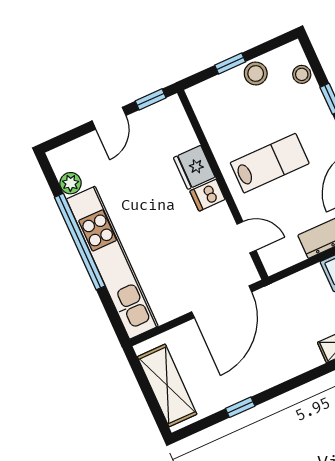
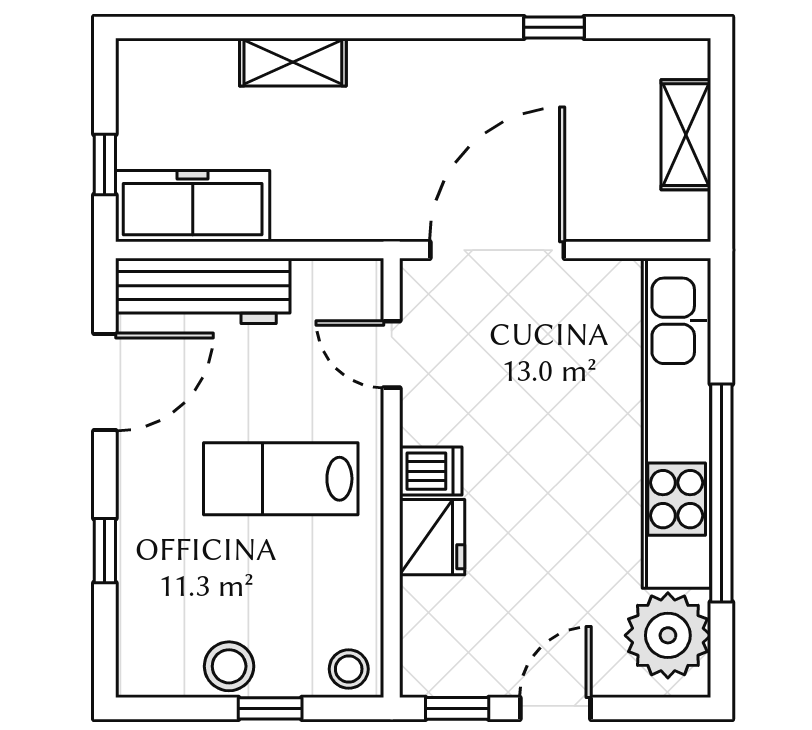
stool: (302, 74) -> (349, 669), moved
plant: (71, 183) -> (668, 635), width x1.87, depth x1.87
shelving: (167, 385) -> (686, 135), width x0.67, depth x0.75

